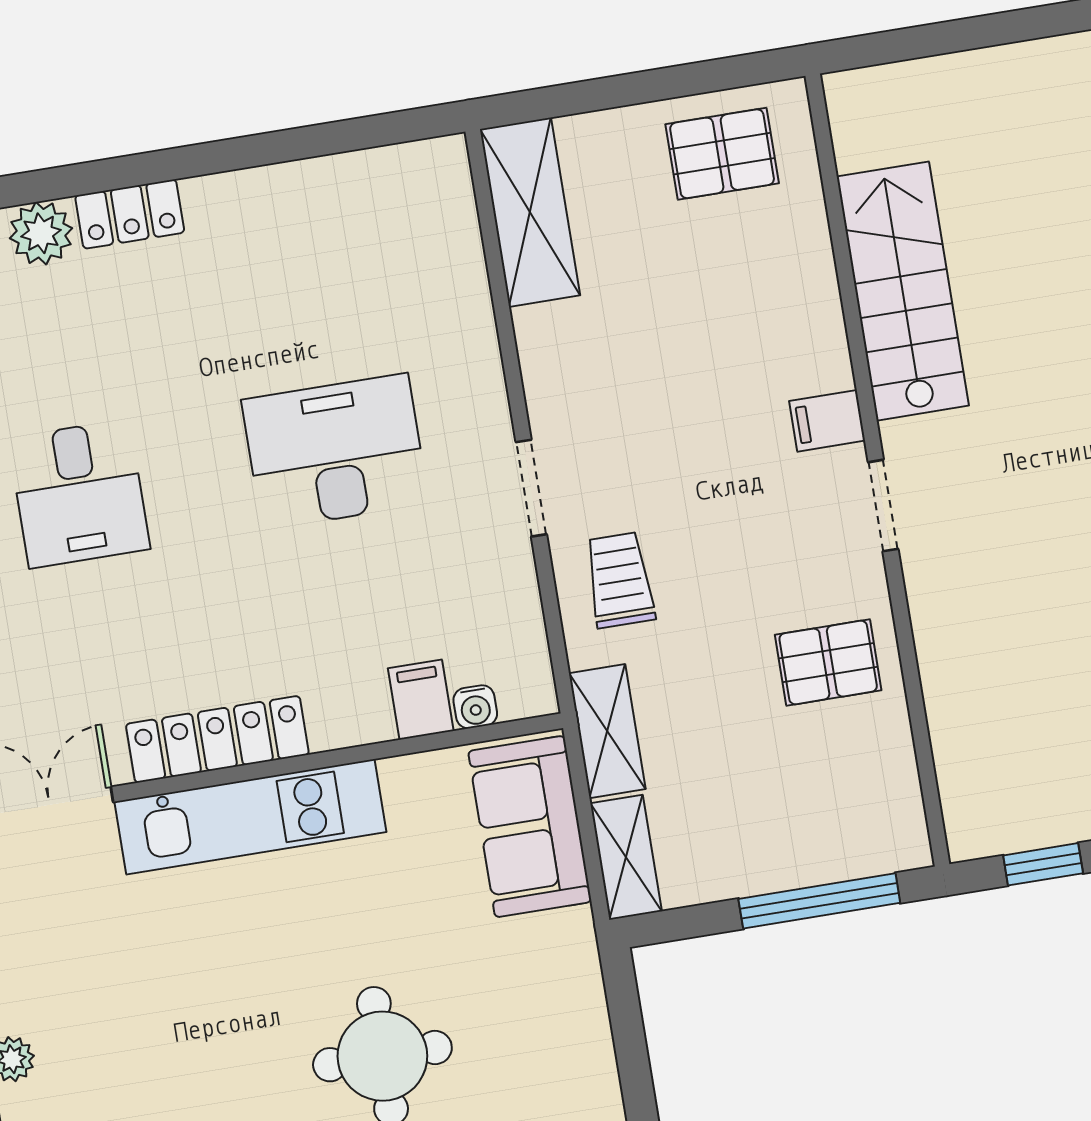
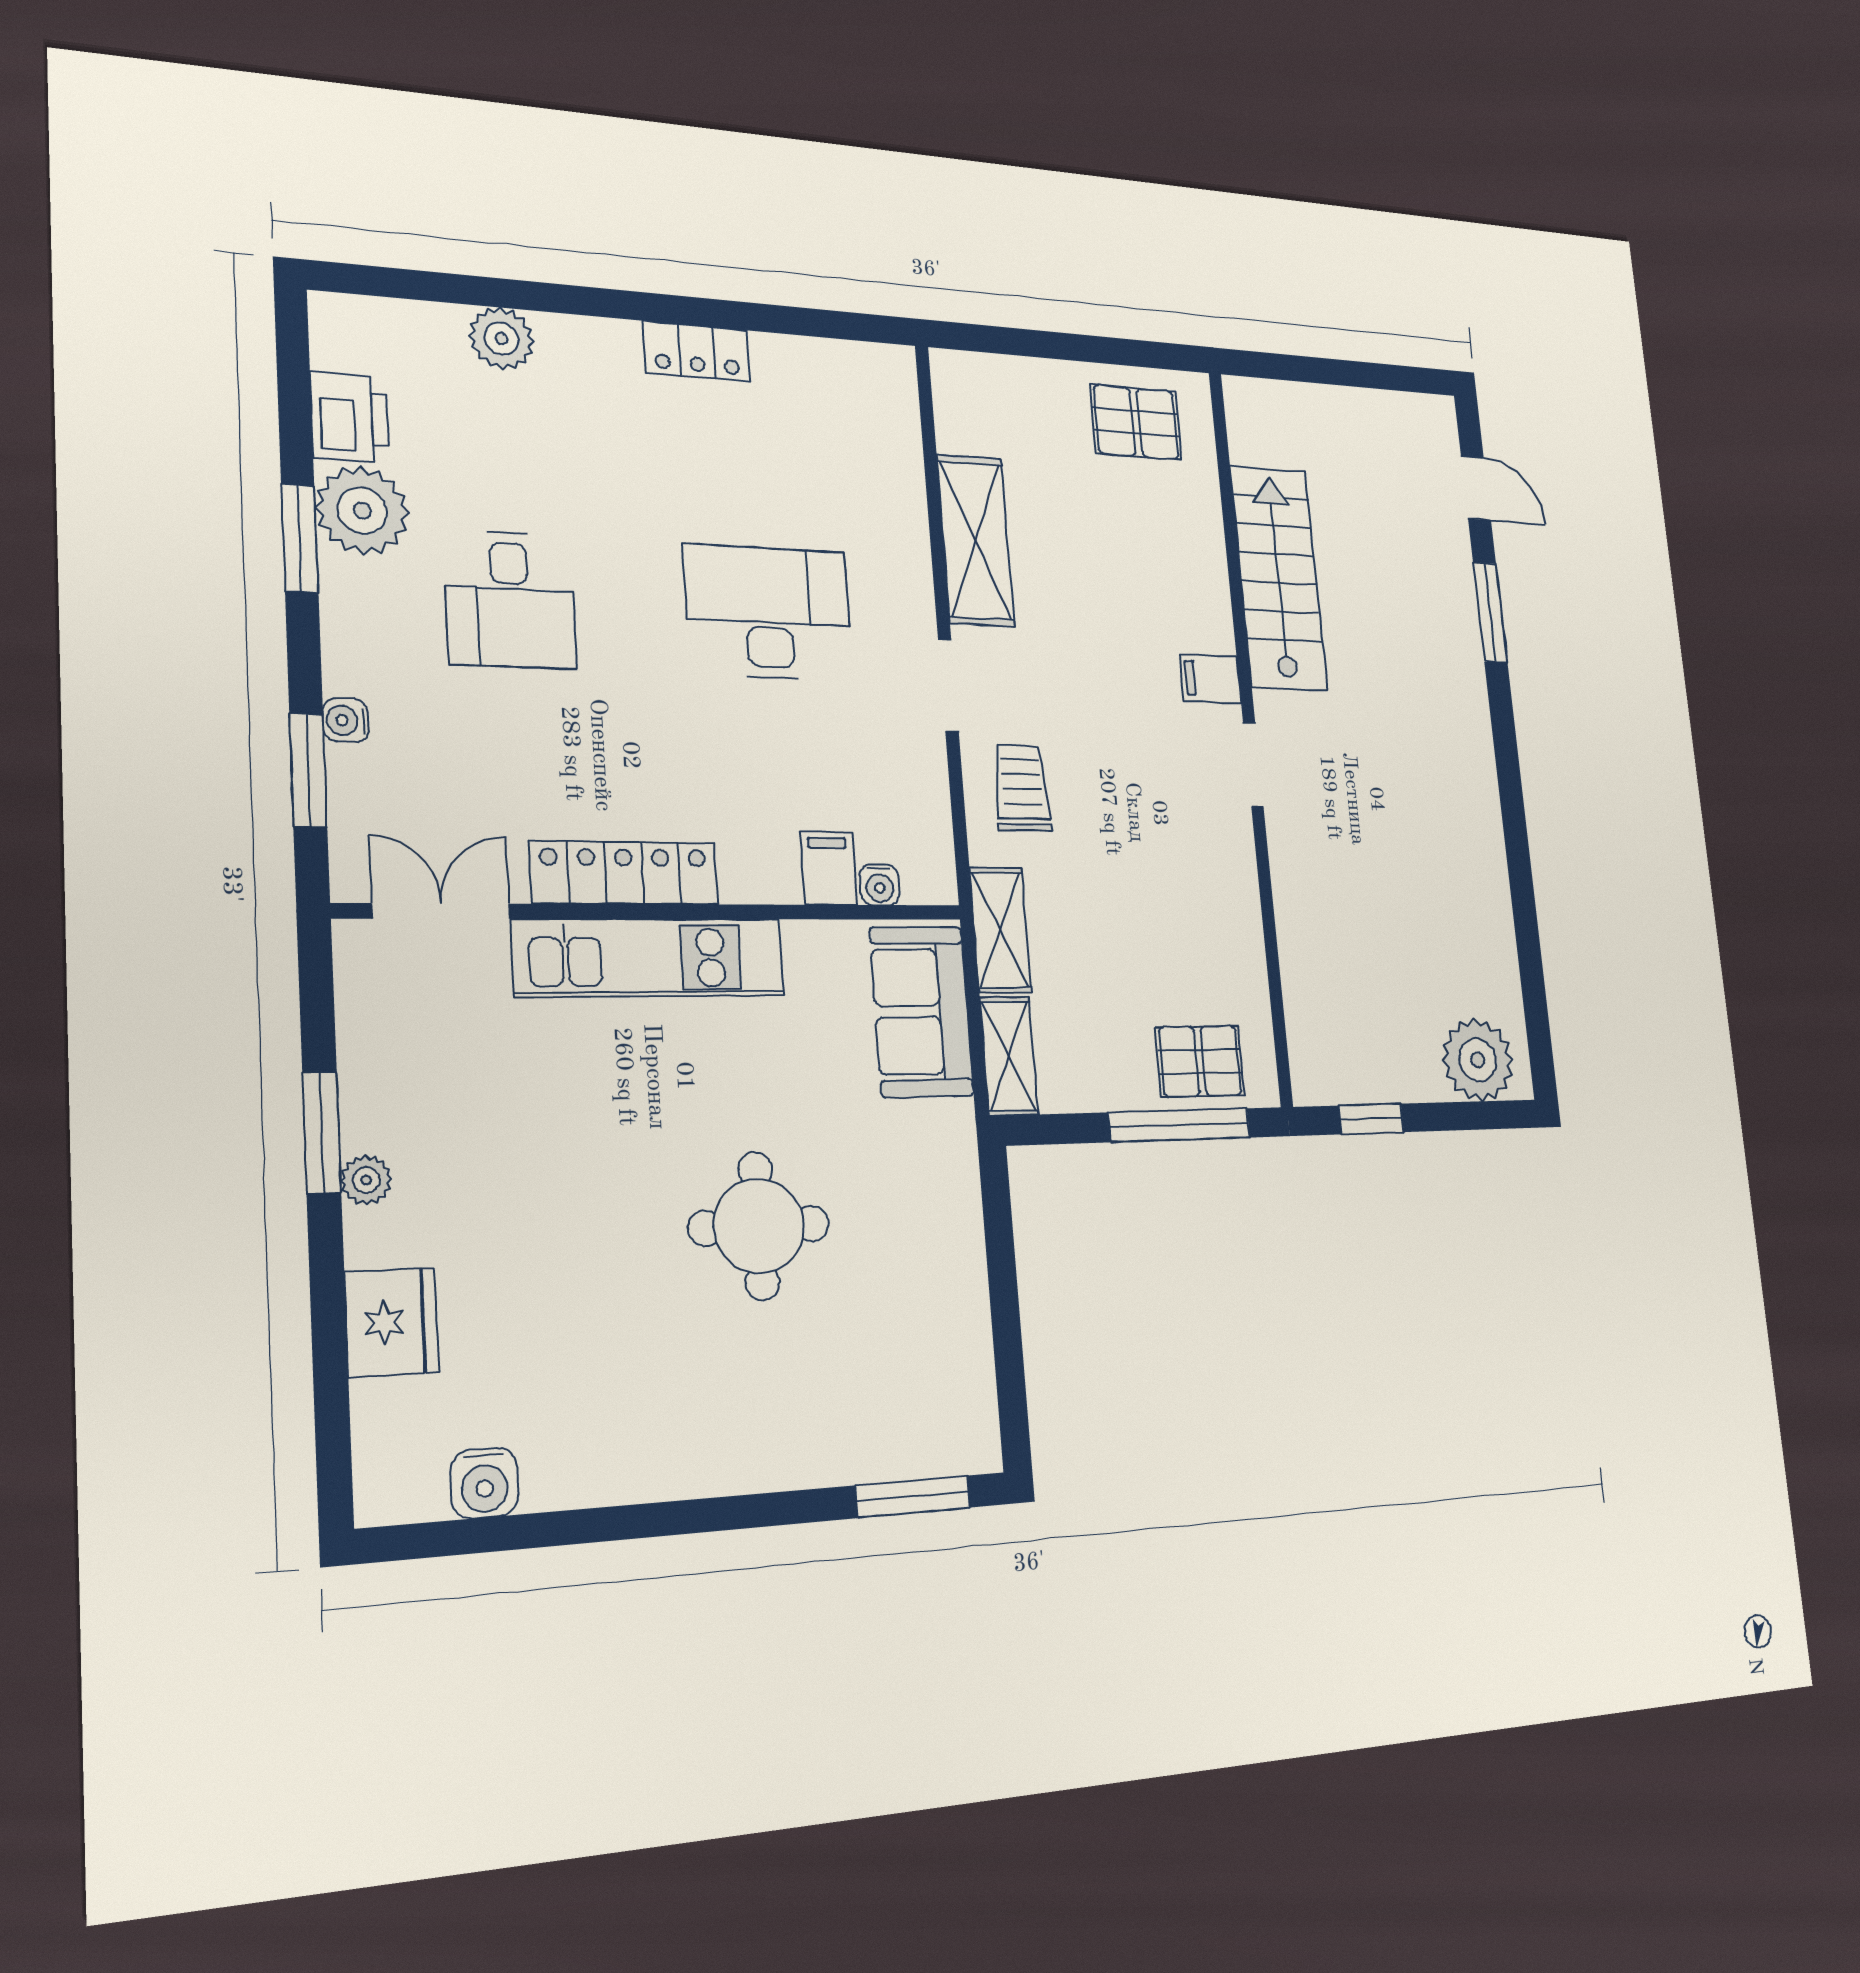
shelving: (530, 212) -> (975, 540), moved
locker: (130, 214) -> (697, 351), moved
pallet: (828, 663) -> (1200, 1061), moved

